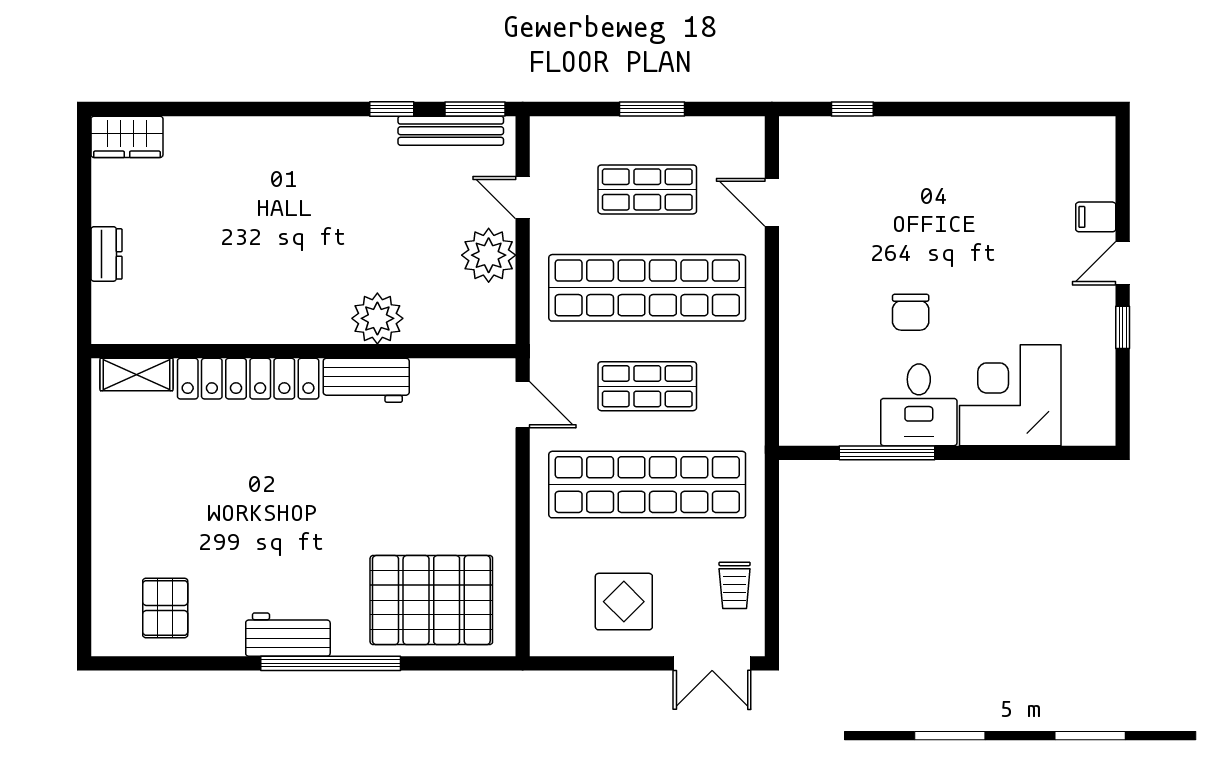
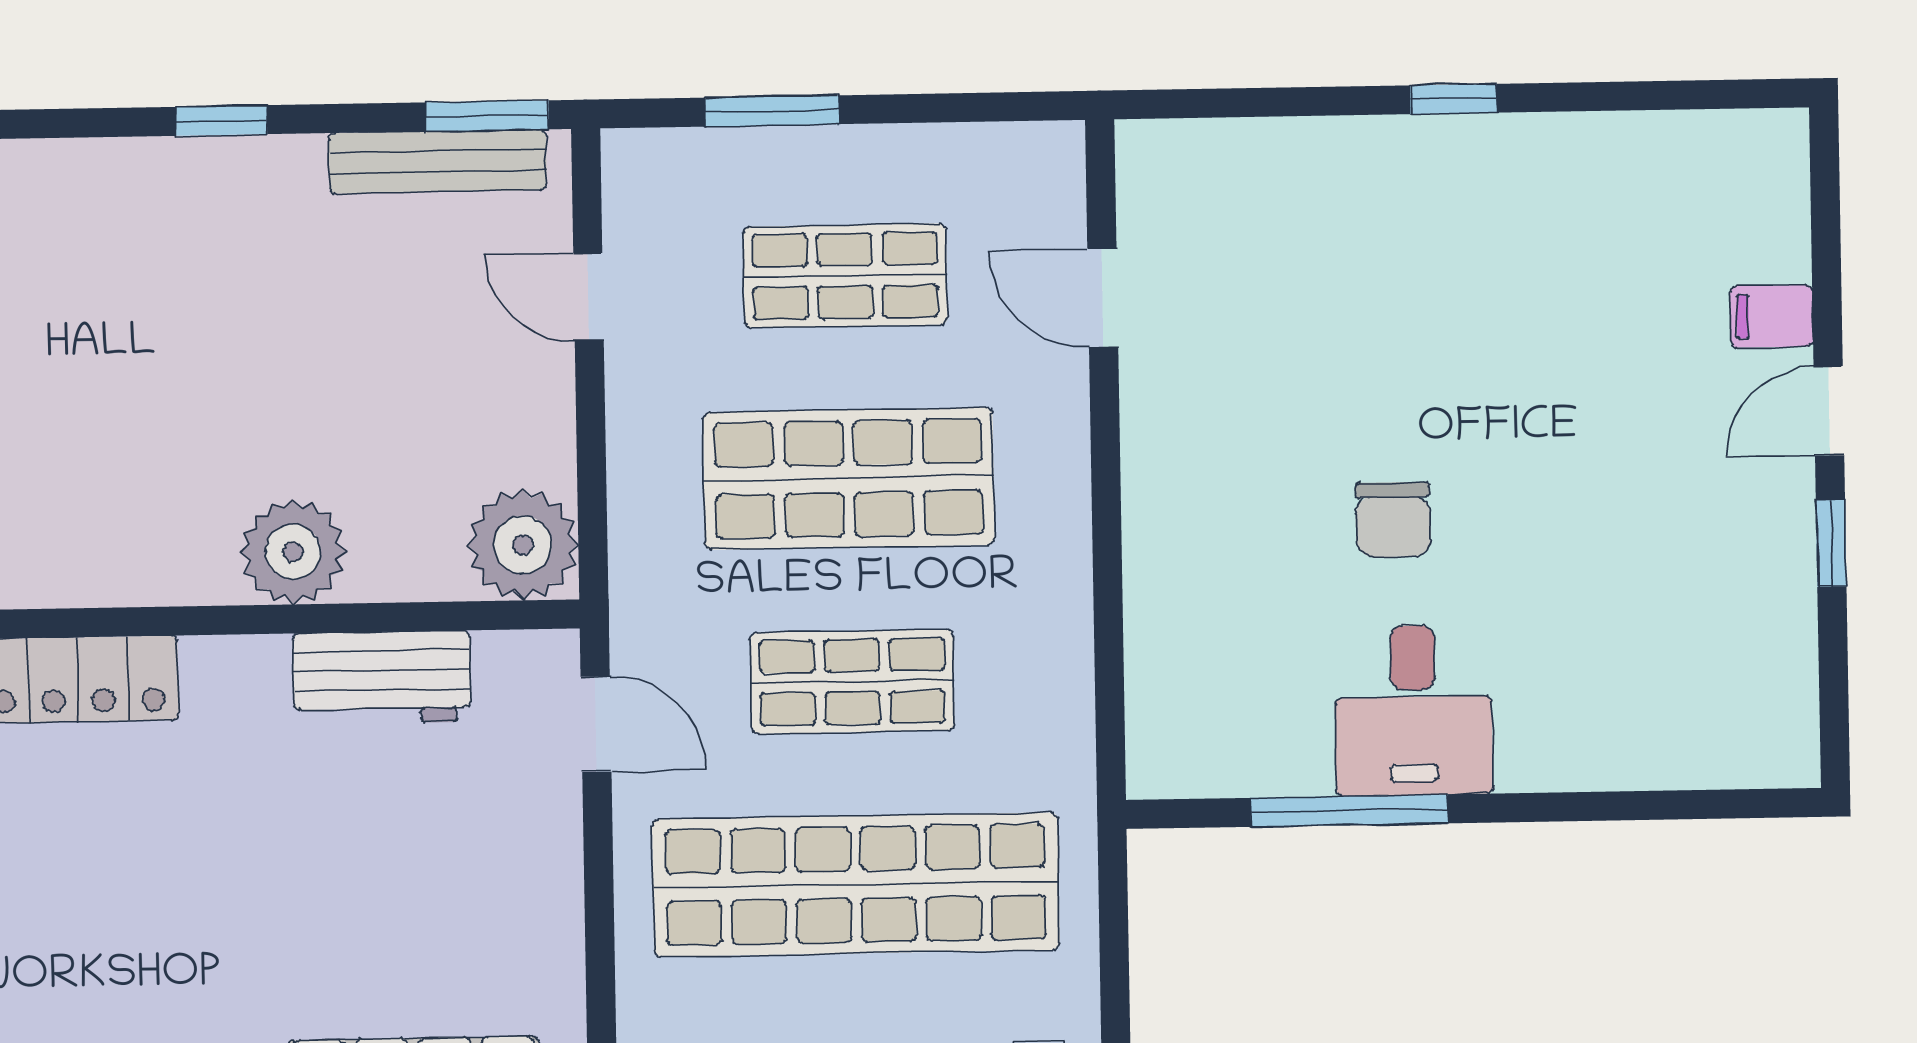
window: (392, 109) -> (221, 121), moved
window: (652, 109) -> (772, 111), moved
window: (852, 109) -> (1453, 99), moved
plant: (489, 255) -> (523, 545), moved
shop shelf: (647, 288) -> (849, 479), width x0.71
workbench: (366, 380) -> (382, 678), moved
corner desk: (1010, 395) -> (1602, 687), removed

